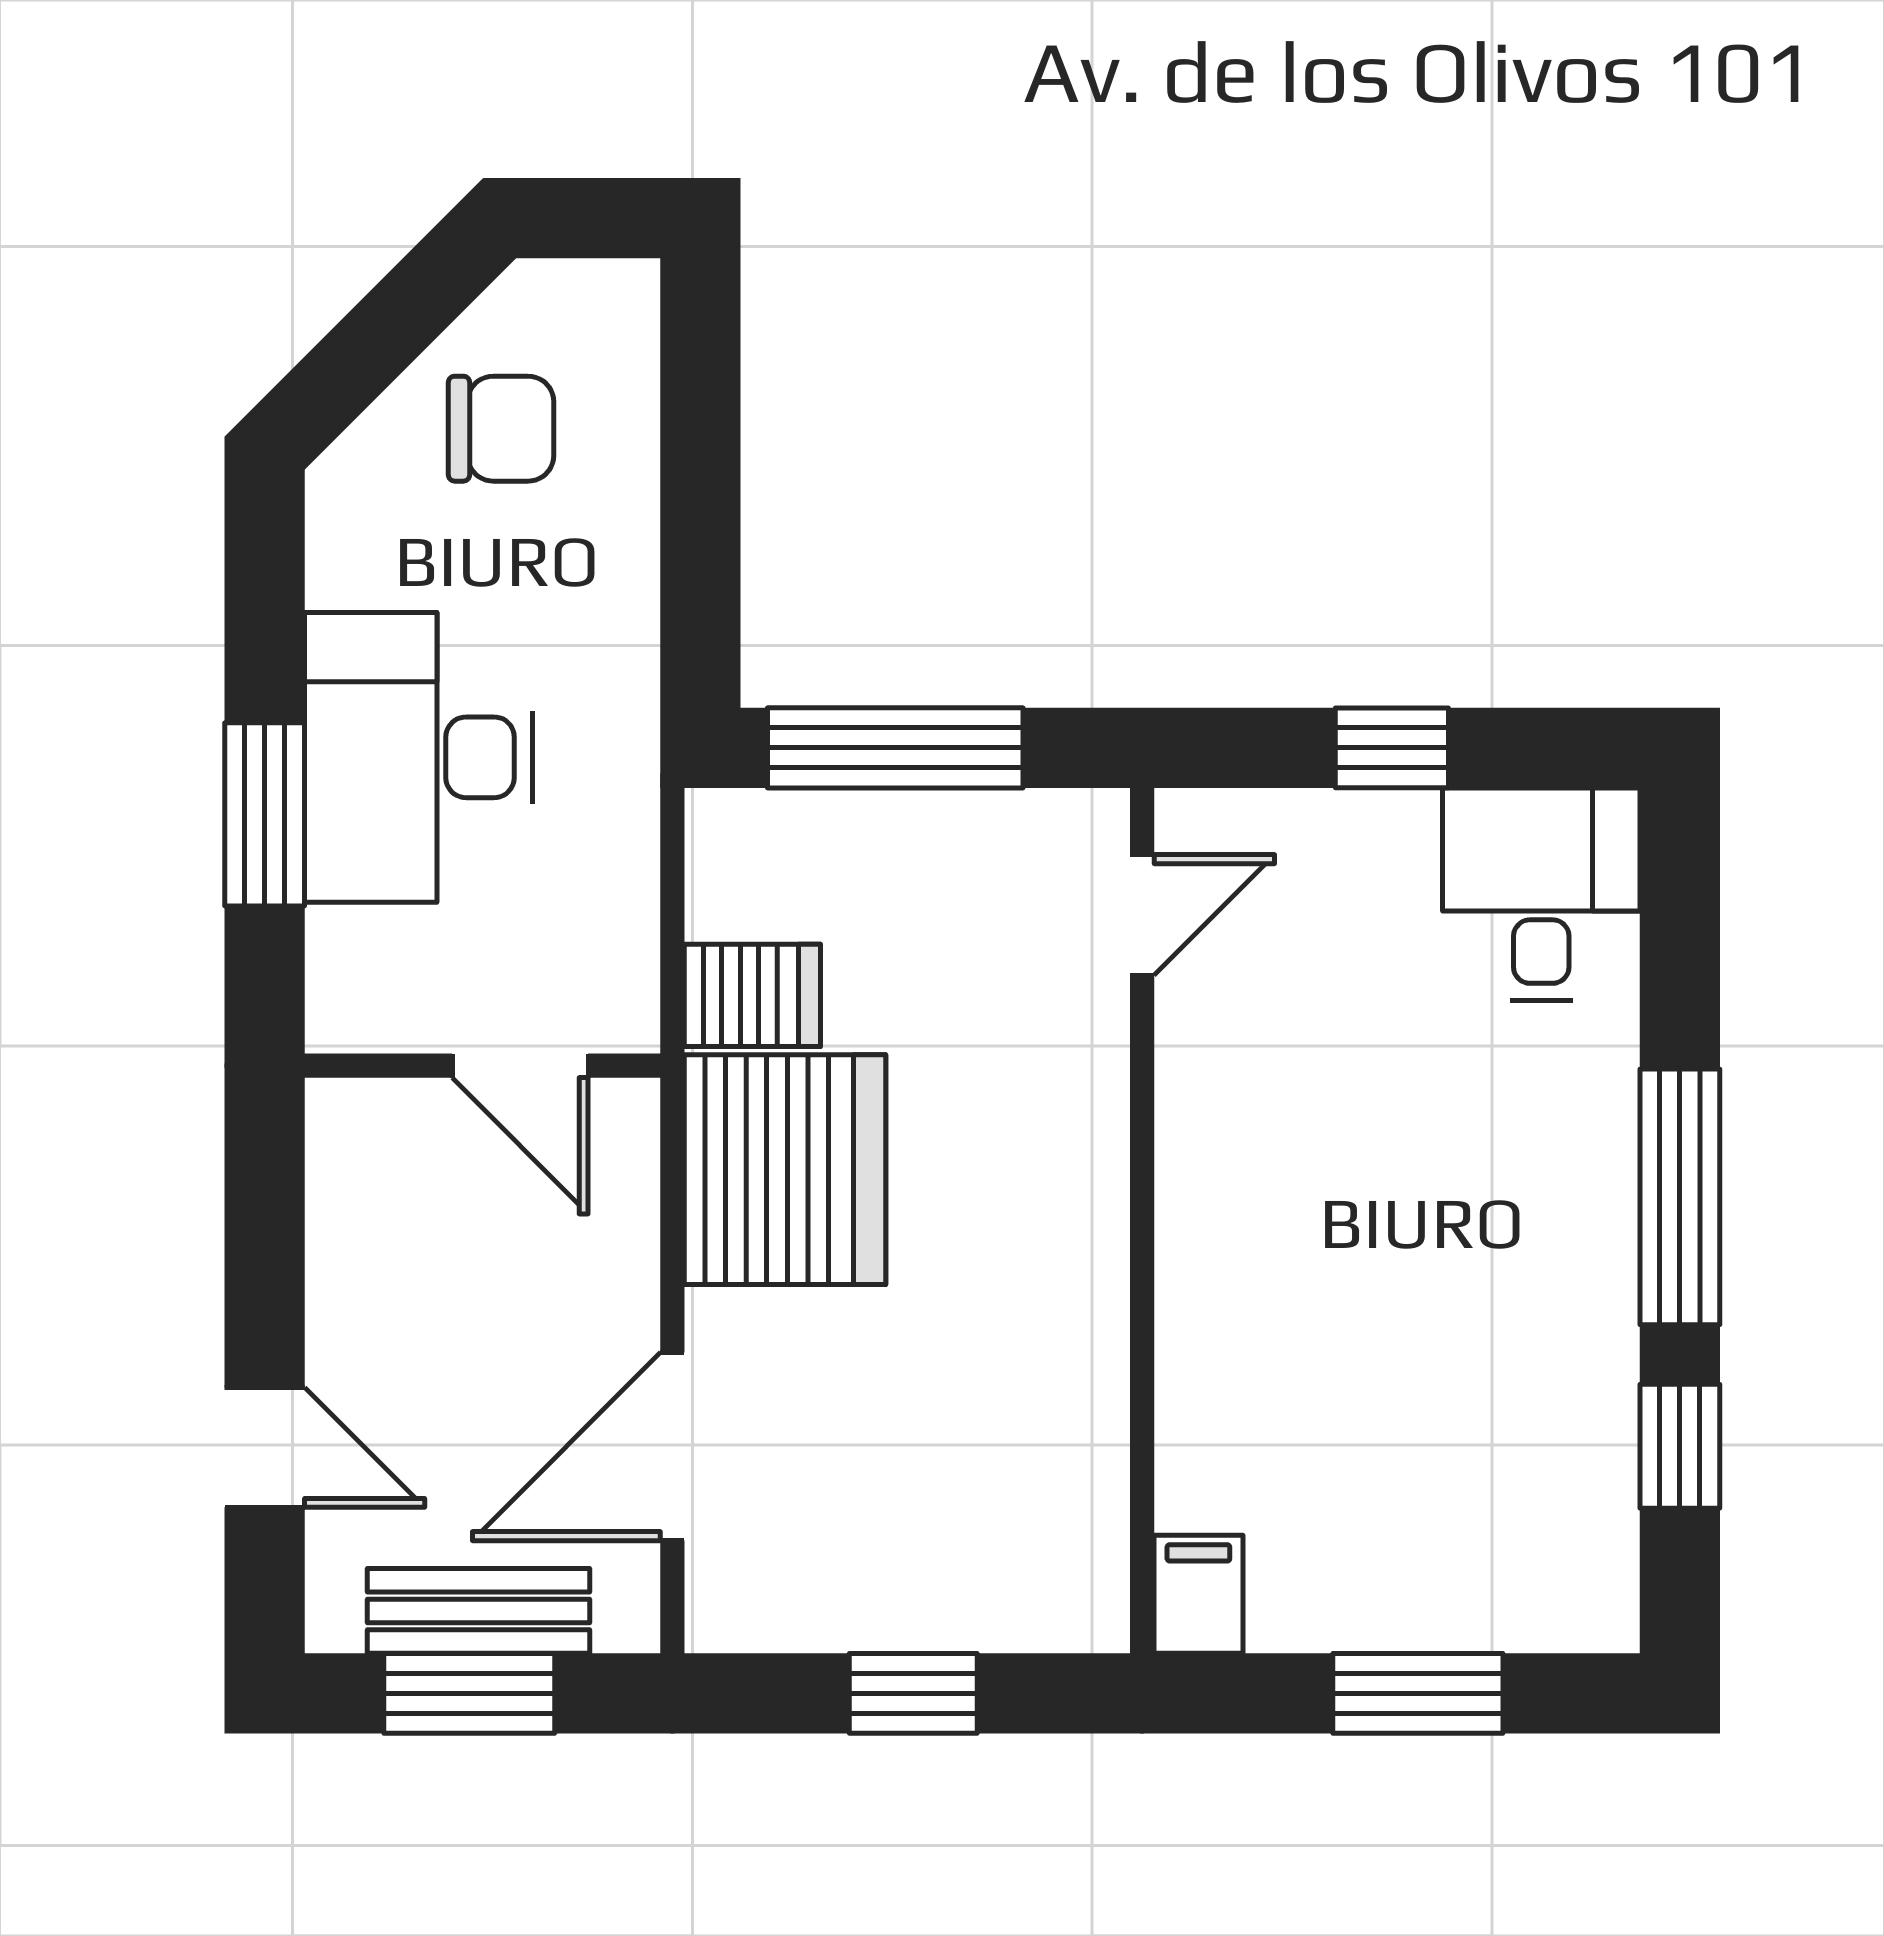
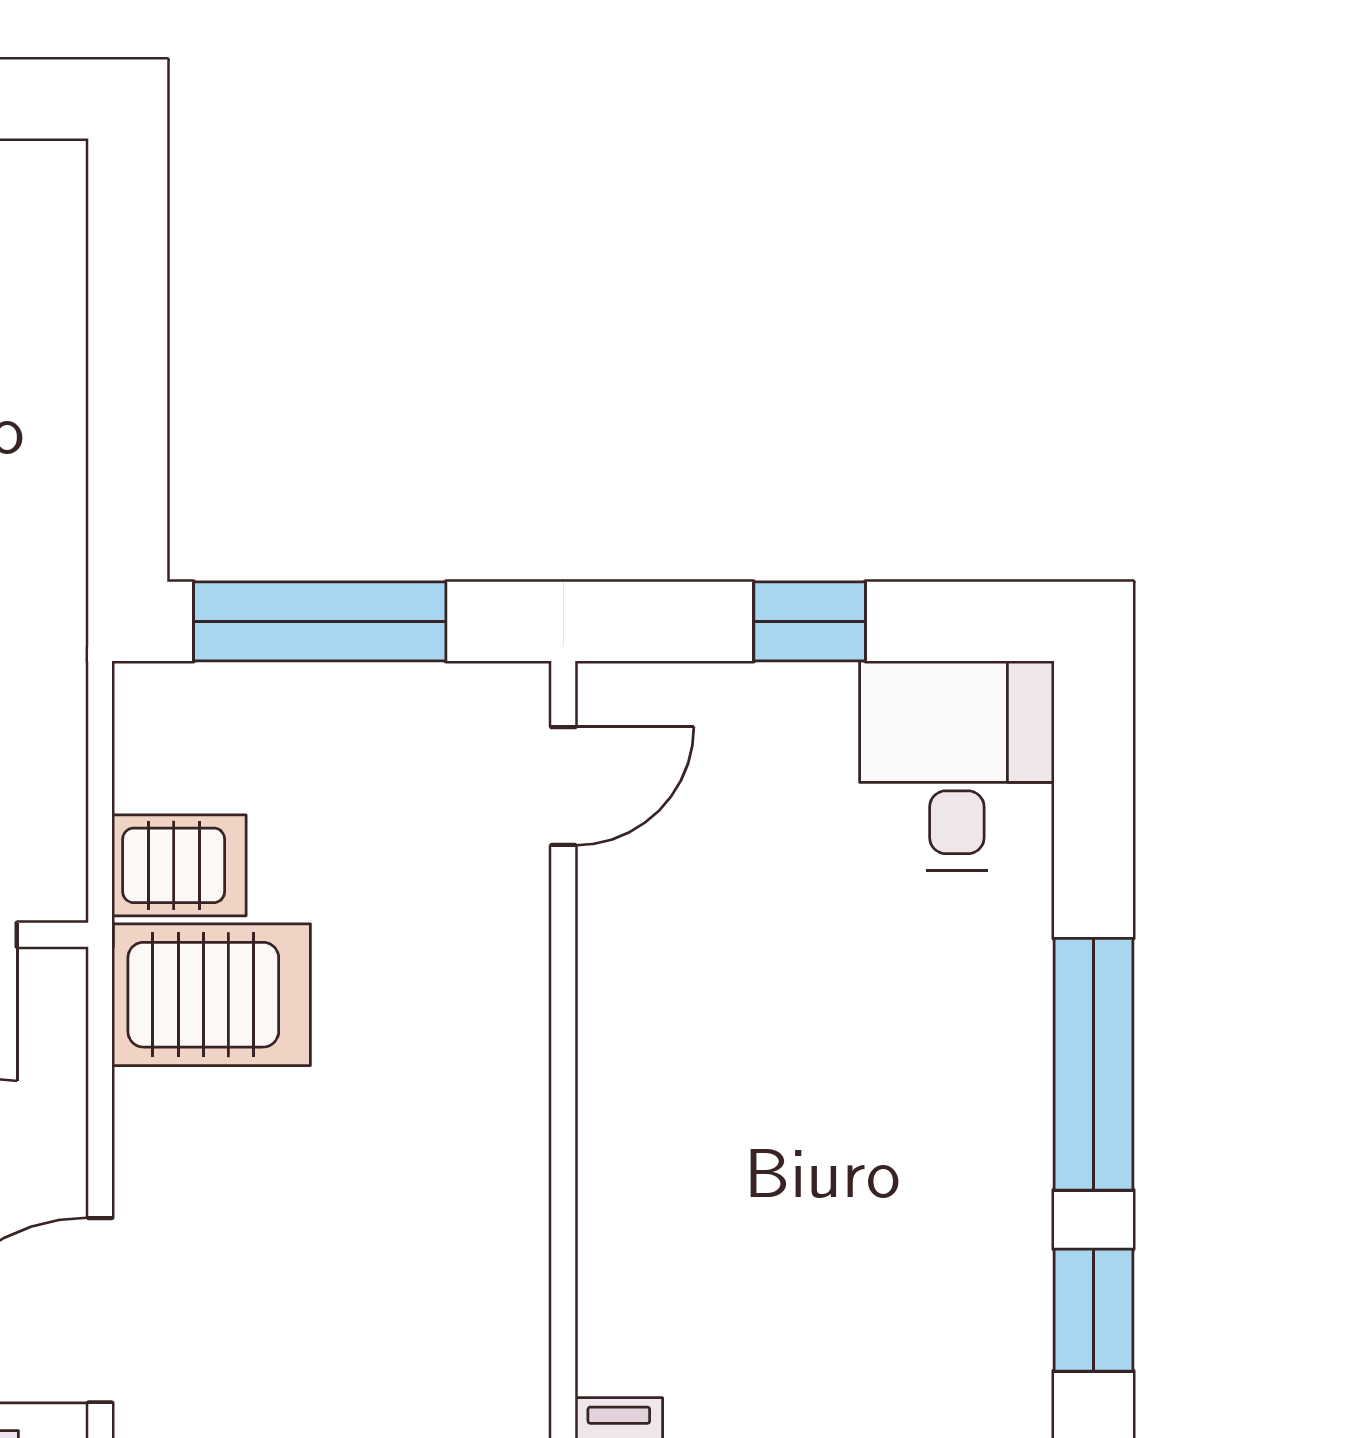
server rack: (785, 1170) -> (211, 995), width x0.62

